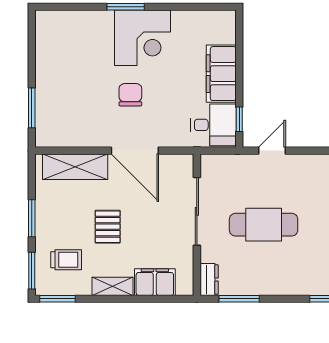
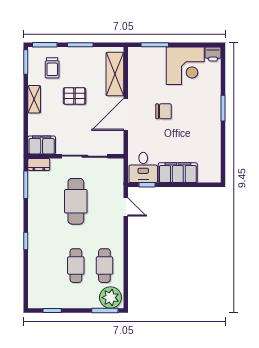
printer: (46, 22) -> (213, 54), added
corner desk: (142, 38) -> (185, 66), moved, turned -90
filing cabinet: (155, 282) -> (42, 145), moved, turned -90

